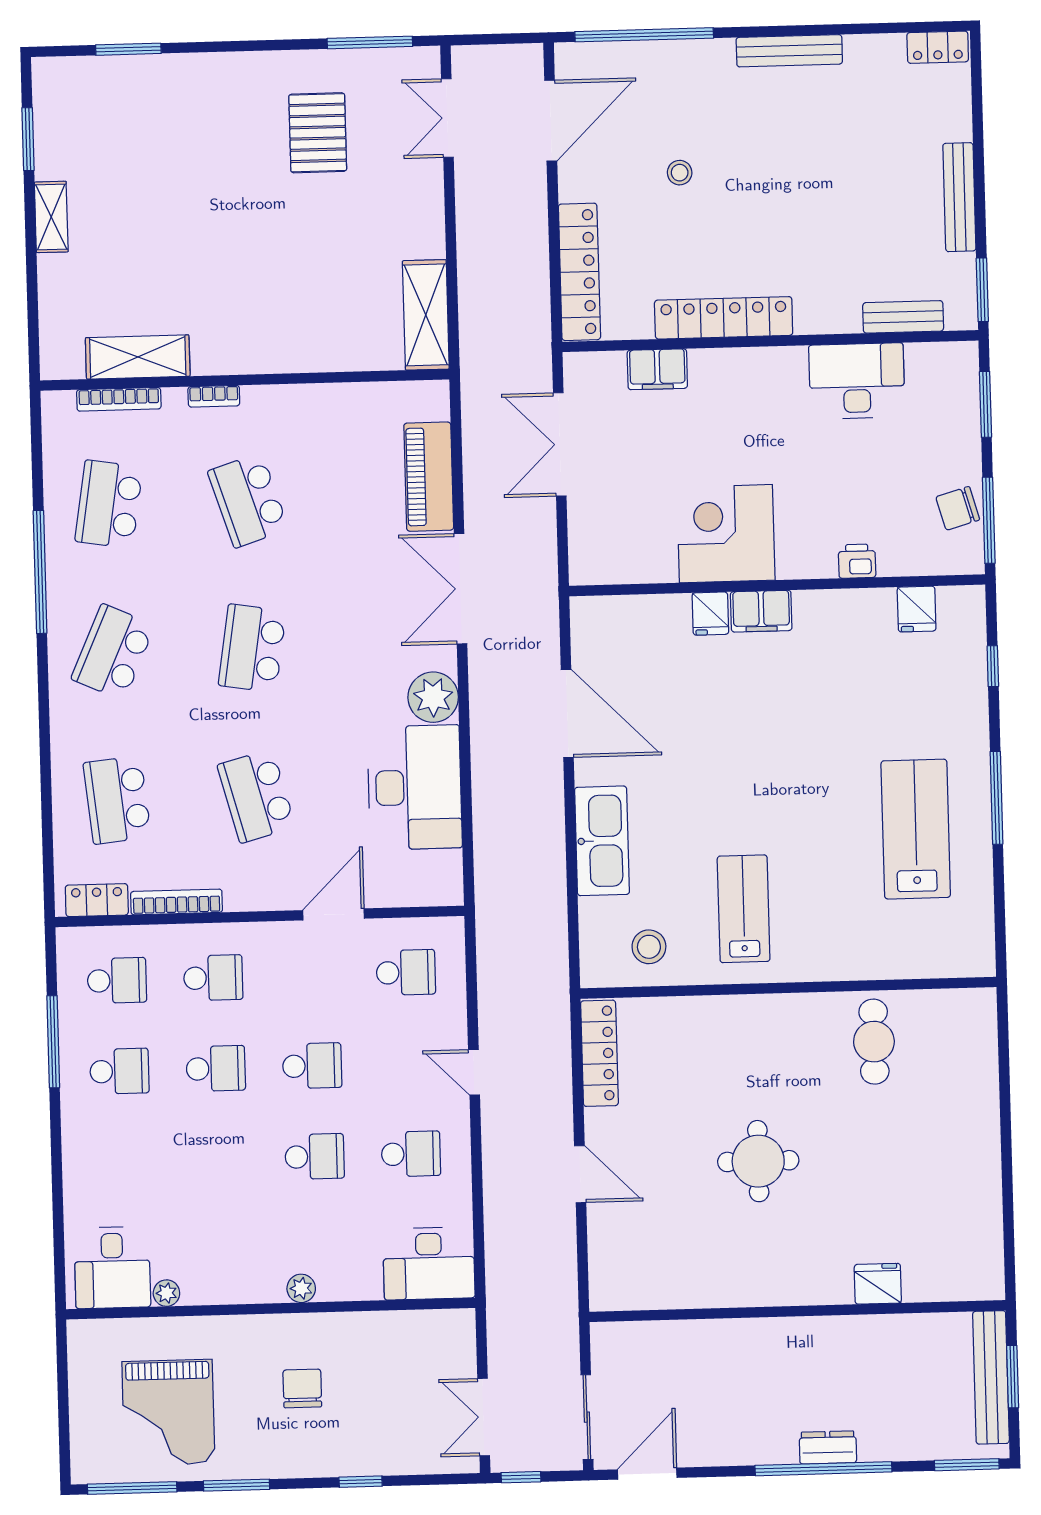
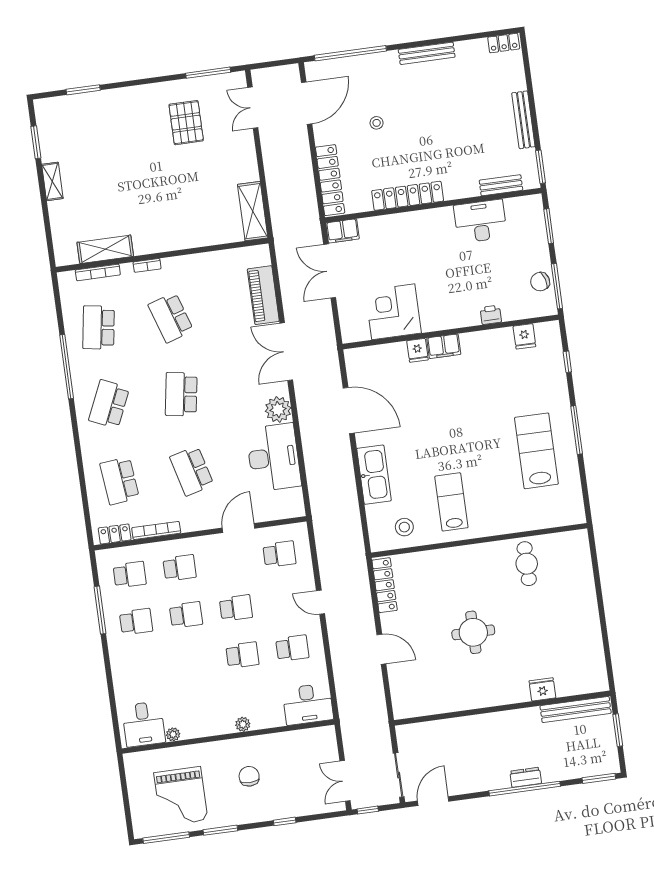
filing cabinet: (657, 369) -> (343, 231), moved
corner desk: (726, 534) -> (393, 312), moved
bench: (991, 1377) -> (576, 709), moved, turned 90

